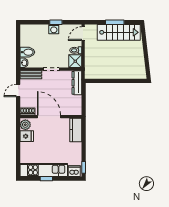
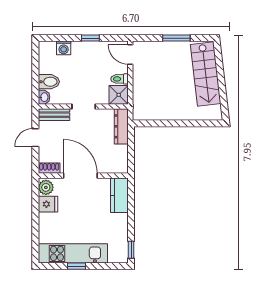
washing machine: (54, 29) -> (64, 48), moved
stairs: (119, 32) -> (206, 74), moved, turned 83
door: (83, 34) -> (130, 55), hinge flipped
dishwasher: (74, 171) -> (117, 255), removed

